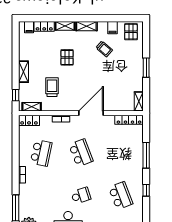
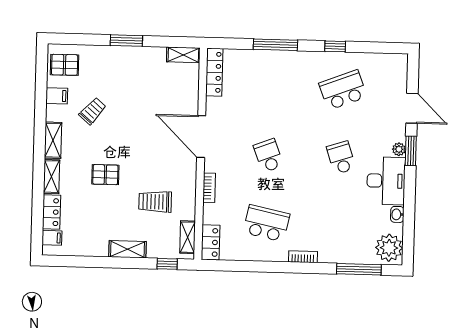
school desk: (81, 153) -> (268, 156), width x0.54

